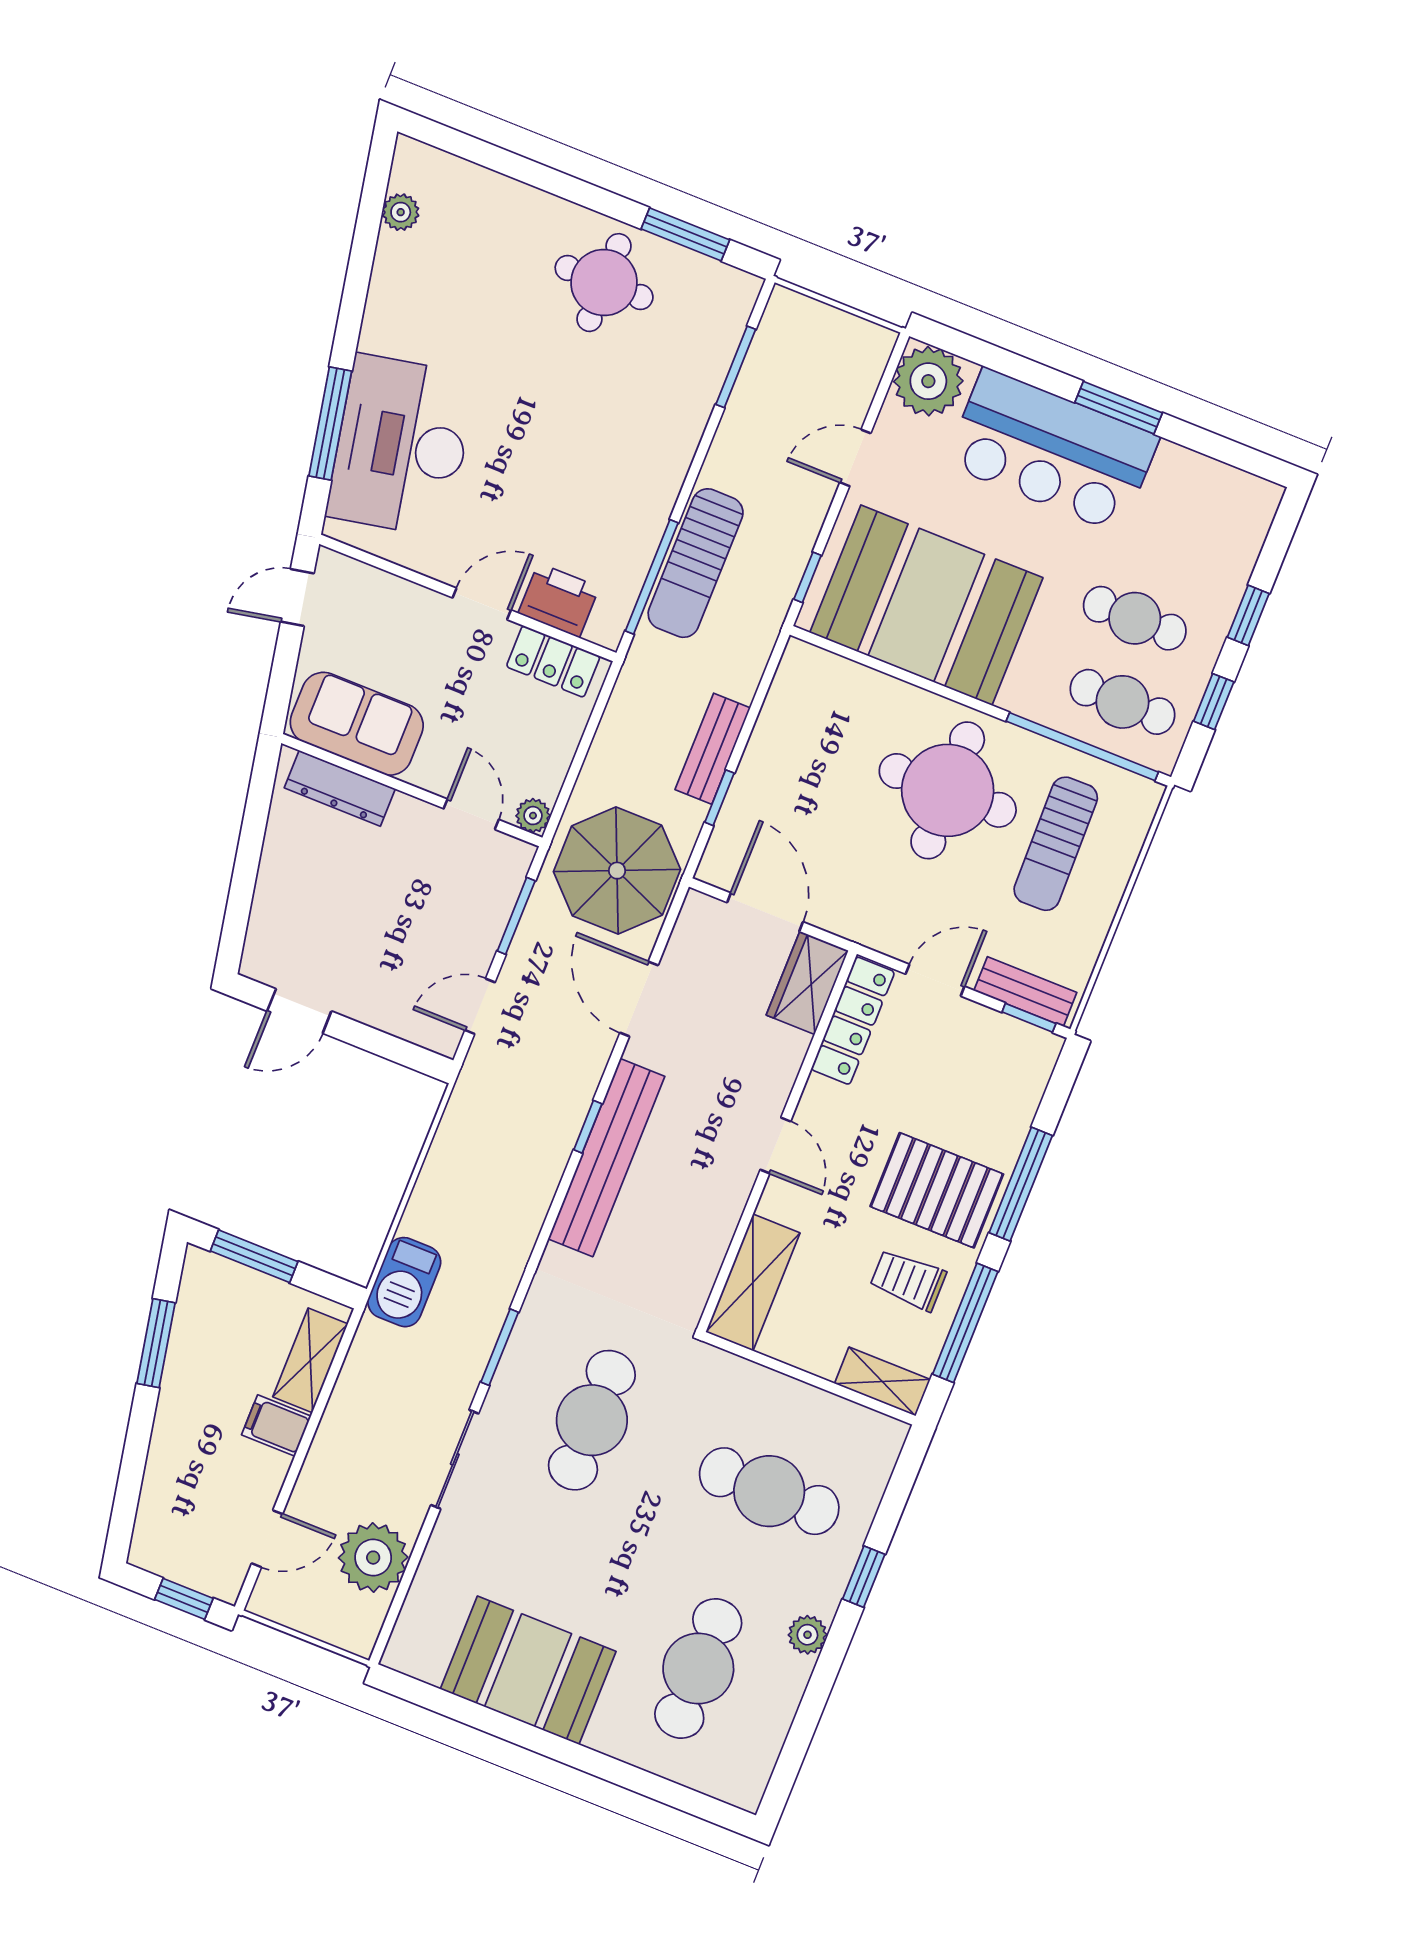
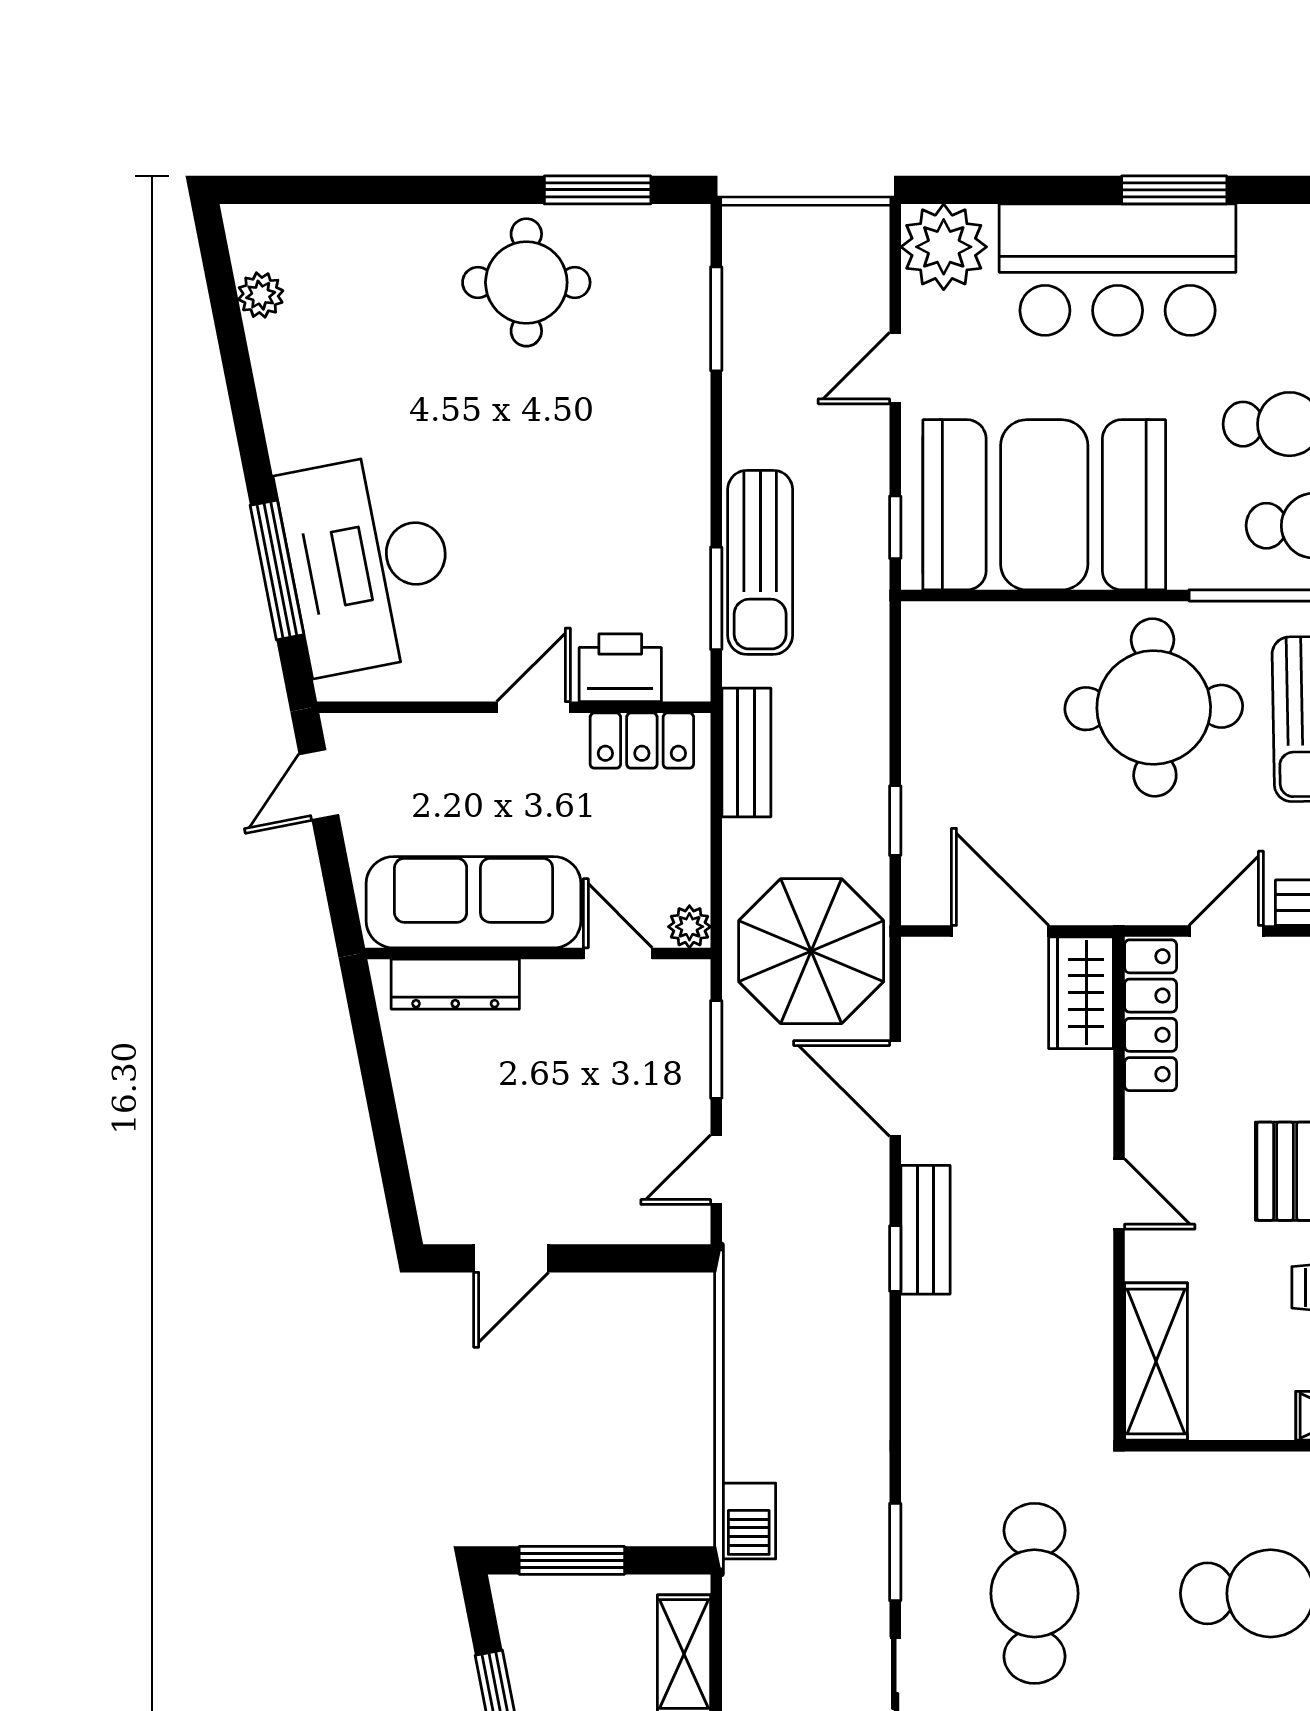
window: (652, 577) -> (716, 598), width x0.69
sofa: (357, 724) -> (474, 902), width x1.36
bench: (713, 749) -> (746, 752), moved
bench: (606, 1158) -> (925, 1230), width x0.54, depth x0.82
barbecue: (404, 1282) -> (749, 1521), width x0.73, depth x0.79

